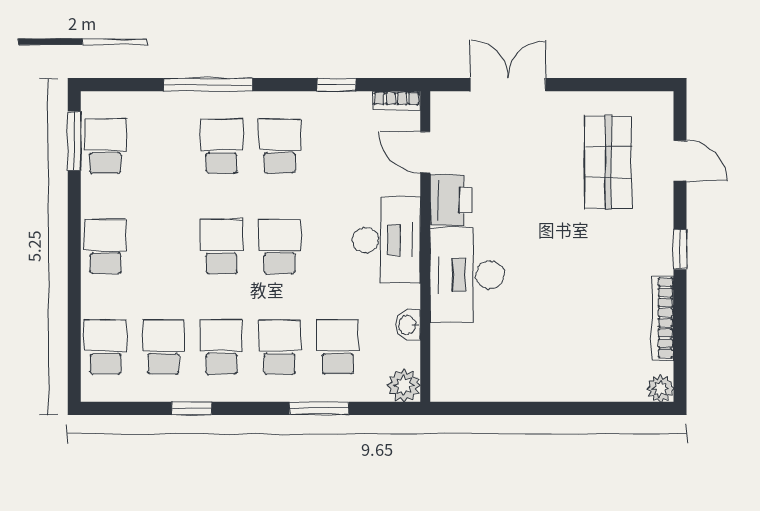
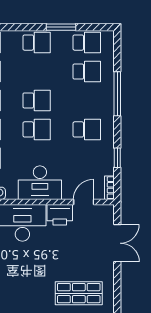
window: (74, 141) -> (61, 27), moved
school desk: (222, 146) -> (87, 72), moved

